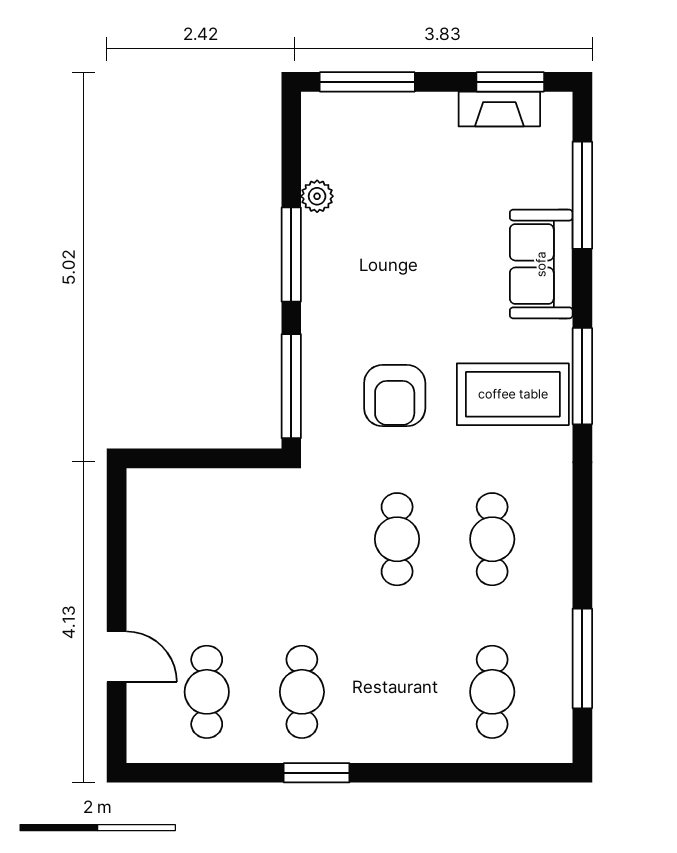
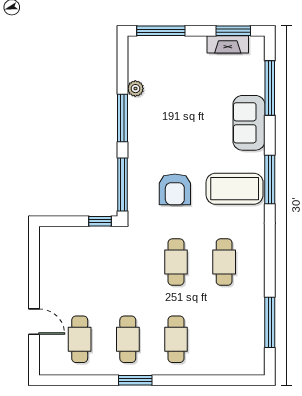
window: (247, 458) -> (100, 221), added
cafe table: (492, 692) -> (176, 339), moved

